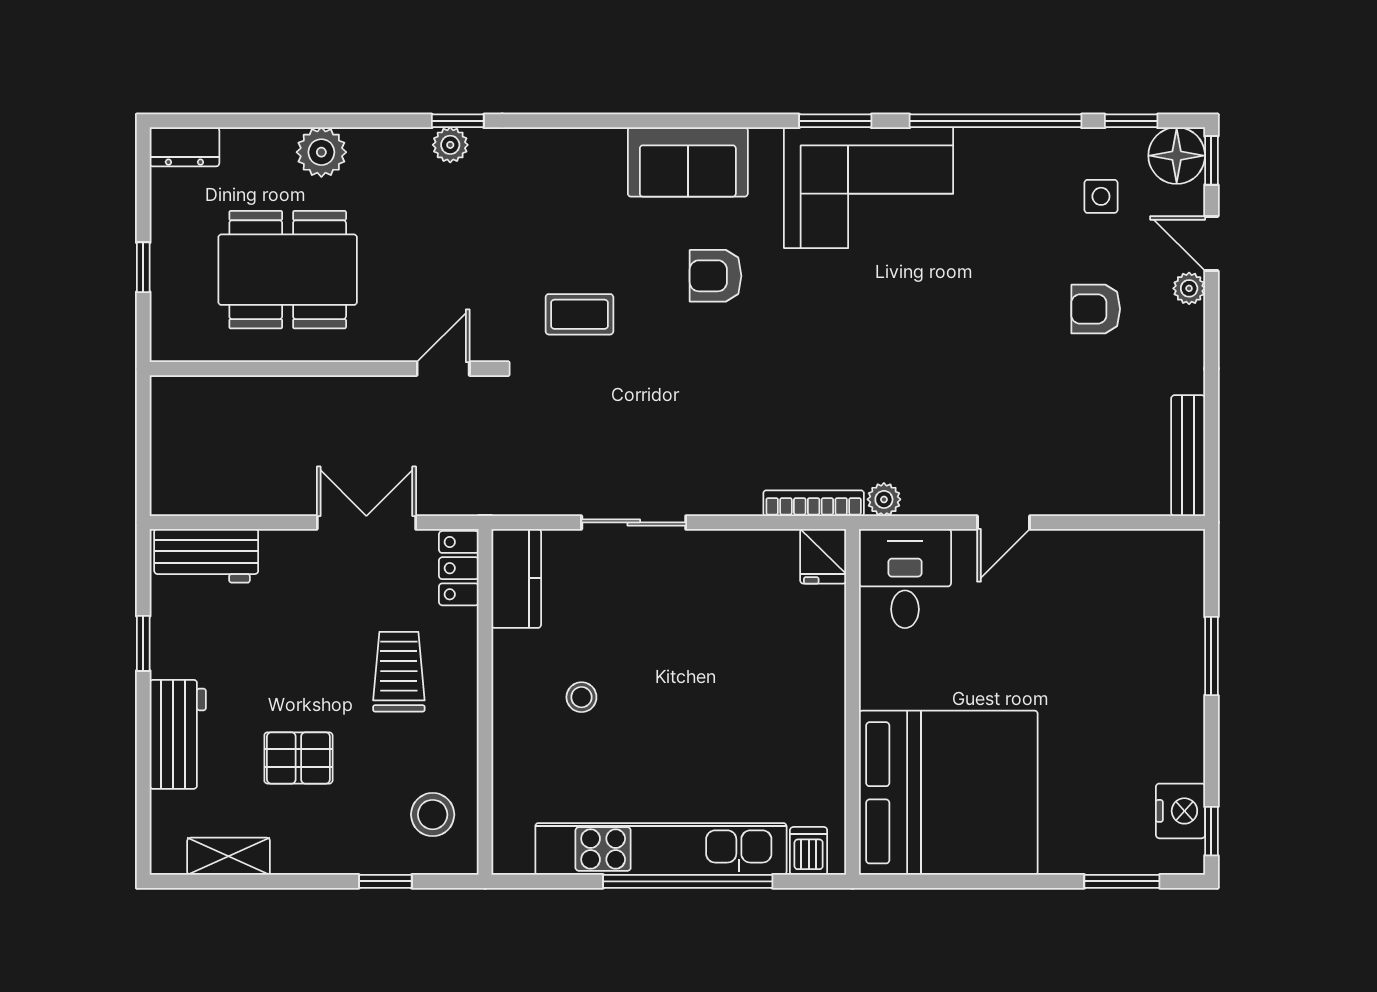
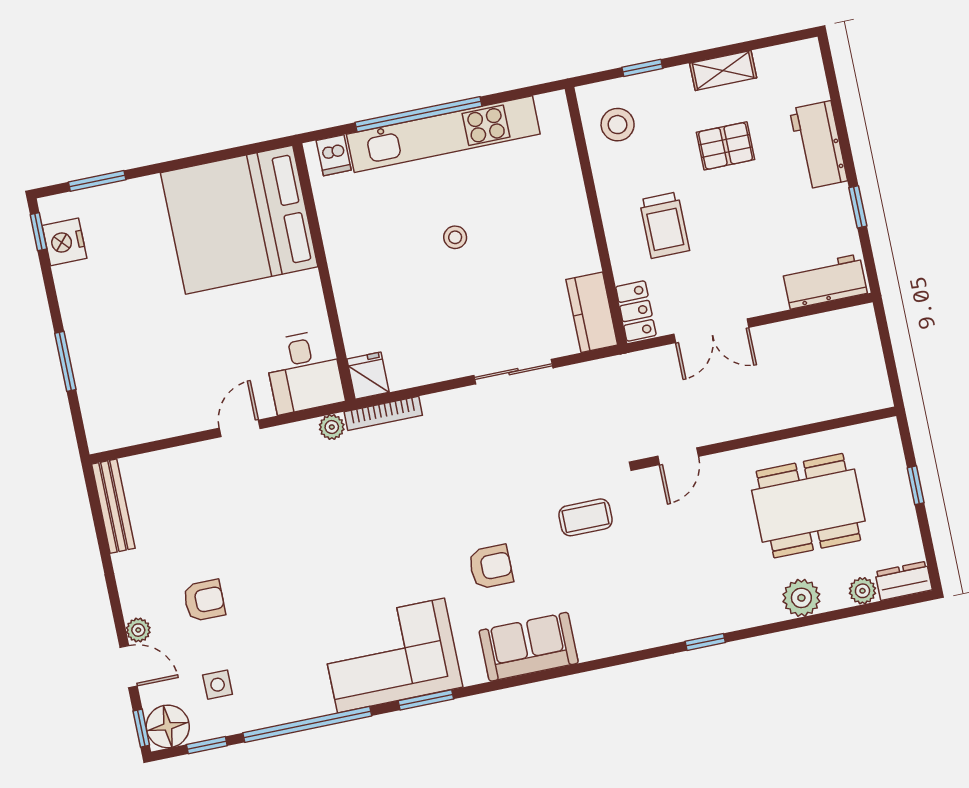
plant: (450, 145) -> (862, 591), moved
stool: (581, 697) -> (455, 237), moved
shelving: (229, 856) -> (723, 70), moved

